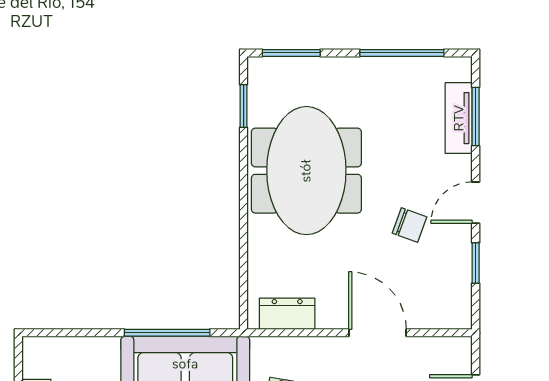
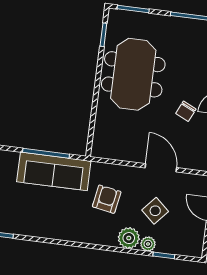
chair: (410, 225) -> (186, 111), turned 95
dresser: (287, 314) -> (113, 151), removed

